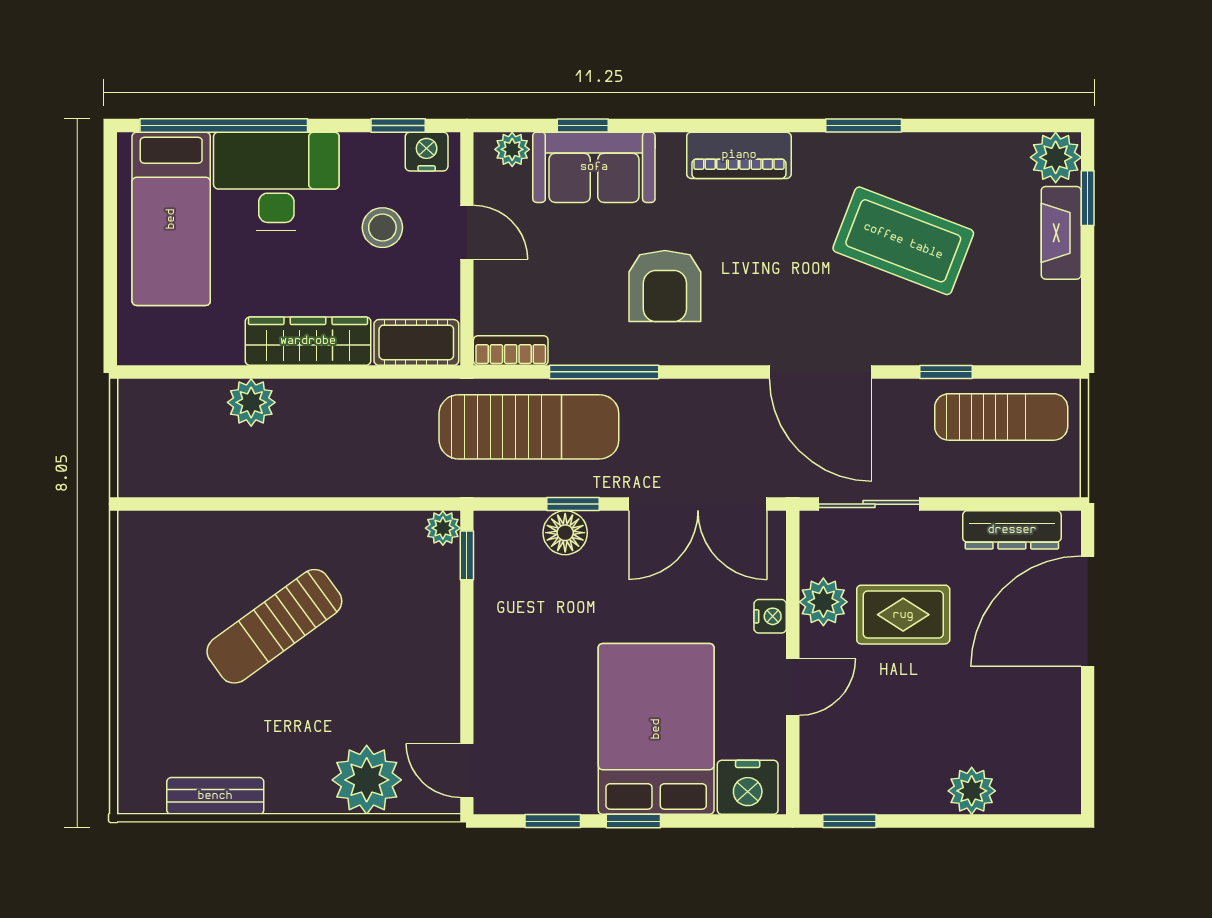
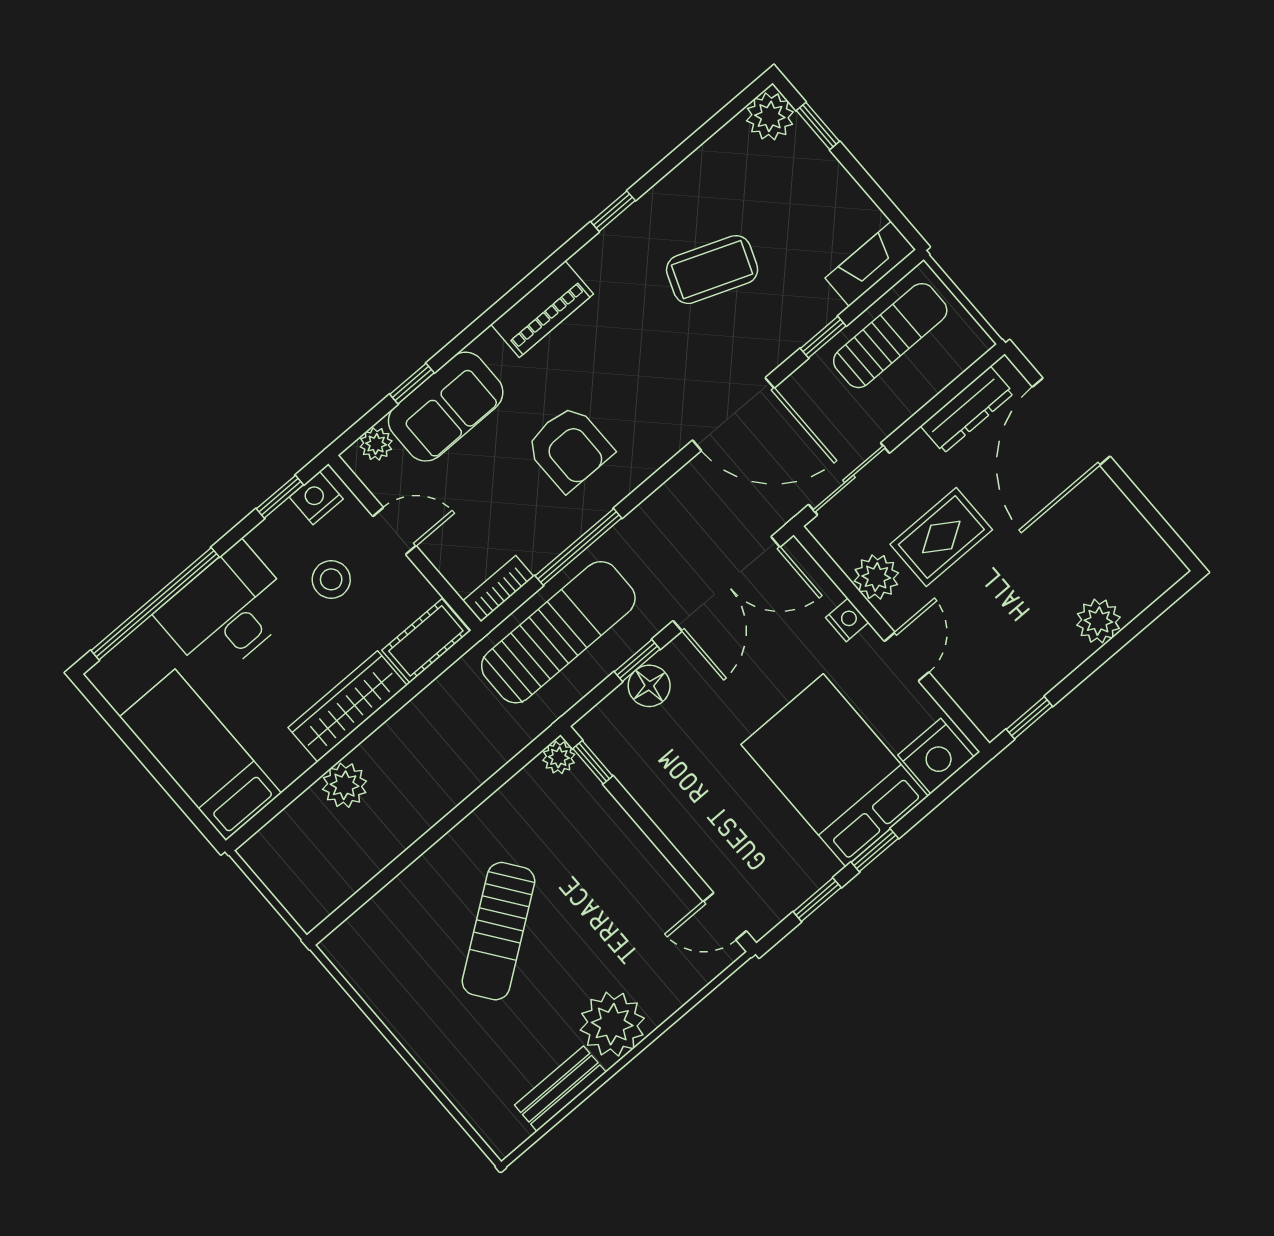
window: (864, 125) -> (613, 211), width x0.67
bed: (171, 219) -> (200, 755), moved, turned 180
fireplace: (1061, 233) -> (870, 264), moved, turned 90
coffee table: (903, 241) -> (712, 270), width x0.73, depth x0.76
plant: (367, 780) -> (612, 1024), moved

